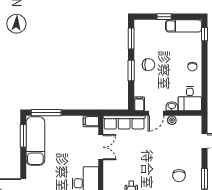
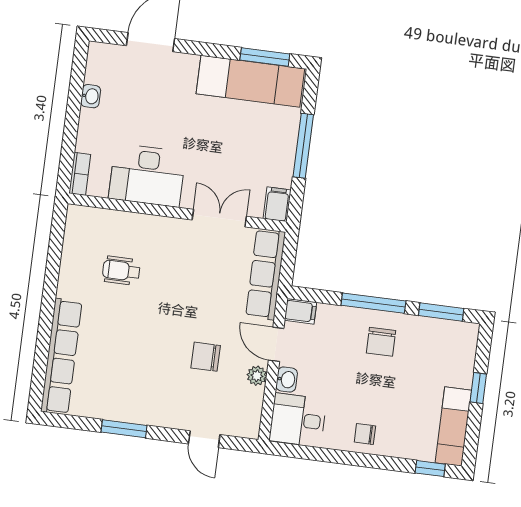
window: (131, 70) -> (373, 303), width x1.44
window: (46, 113) -> (303, 146), moved
double door: (101, 147) -> (219, 218), swing flipped
chair: (179, 176) -> (206, 357), moved

